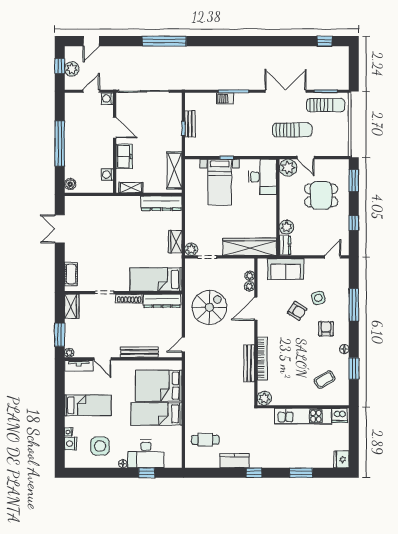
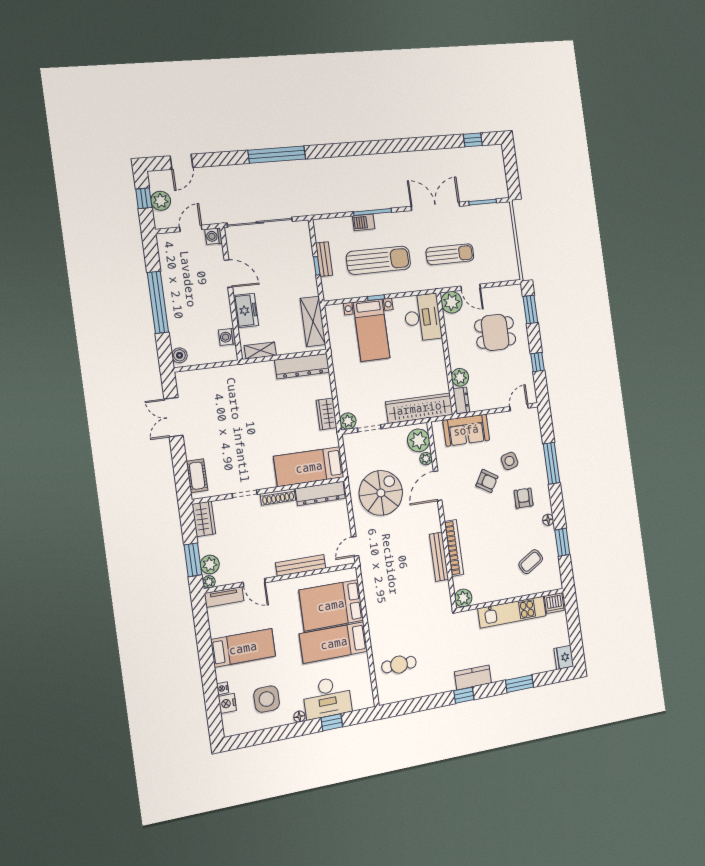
sun lounger: (326, 105) -> (379, 260), moved, width x1.36, depth x1.34
plant: (250, 276) -> (419, 440), width x1.88, depth x1.88
plant: (72, 340) -> (210, 564), added
kitchen counter: (235, 461) -> (473, 677), moved

